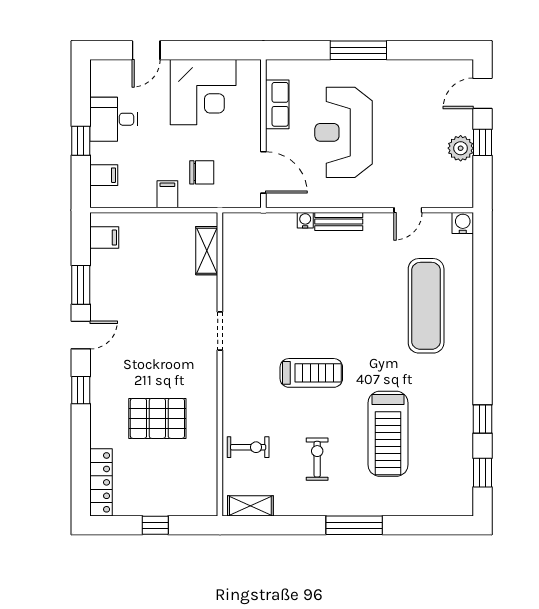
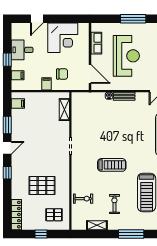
reception desk: (344, 132) -> (126, 56), turned 180
pallet: (184, 483) -> (54, 215), added
shelving: (250, 506) -> (97, 225), moved

